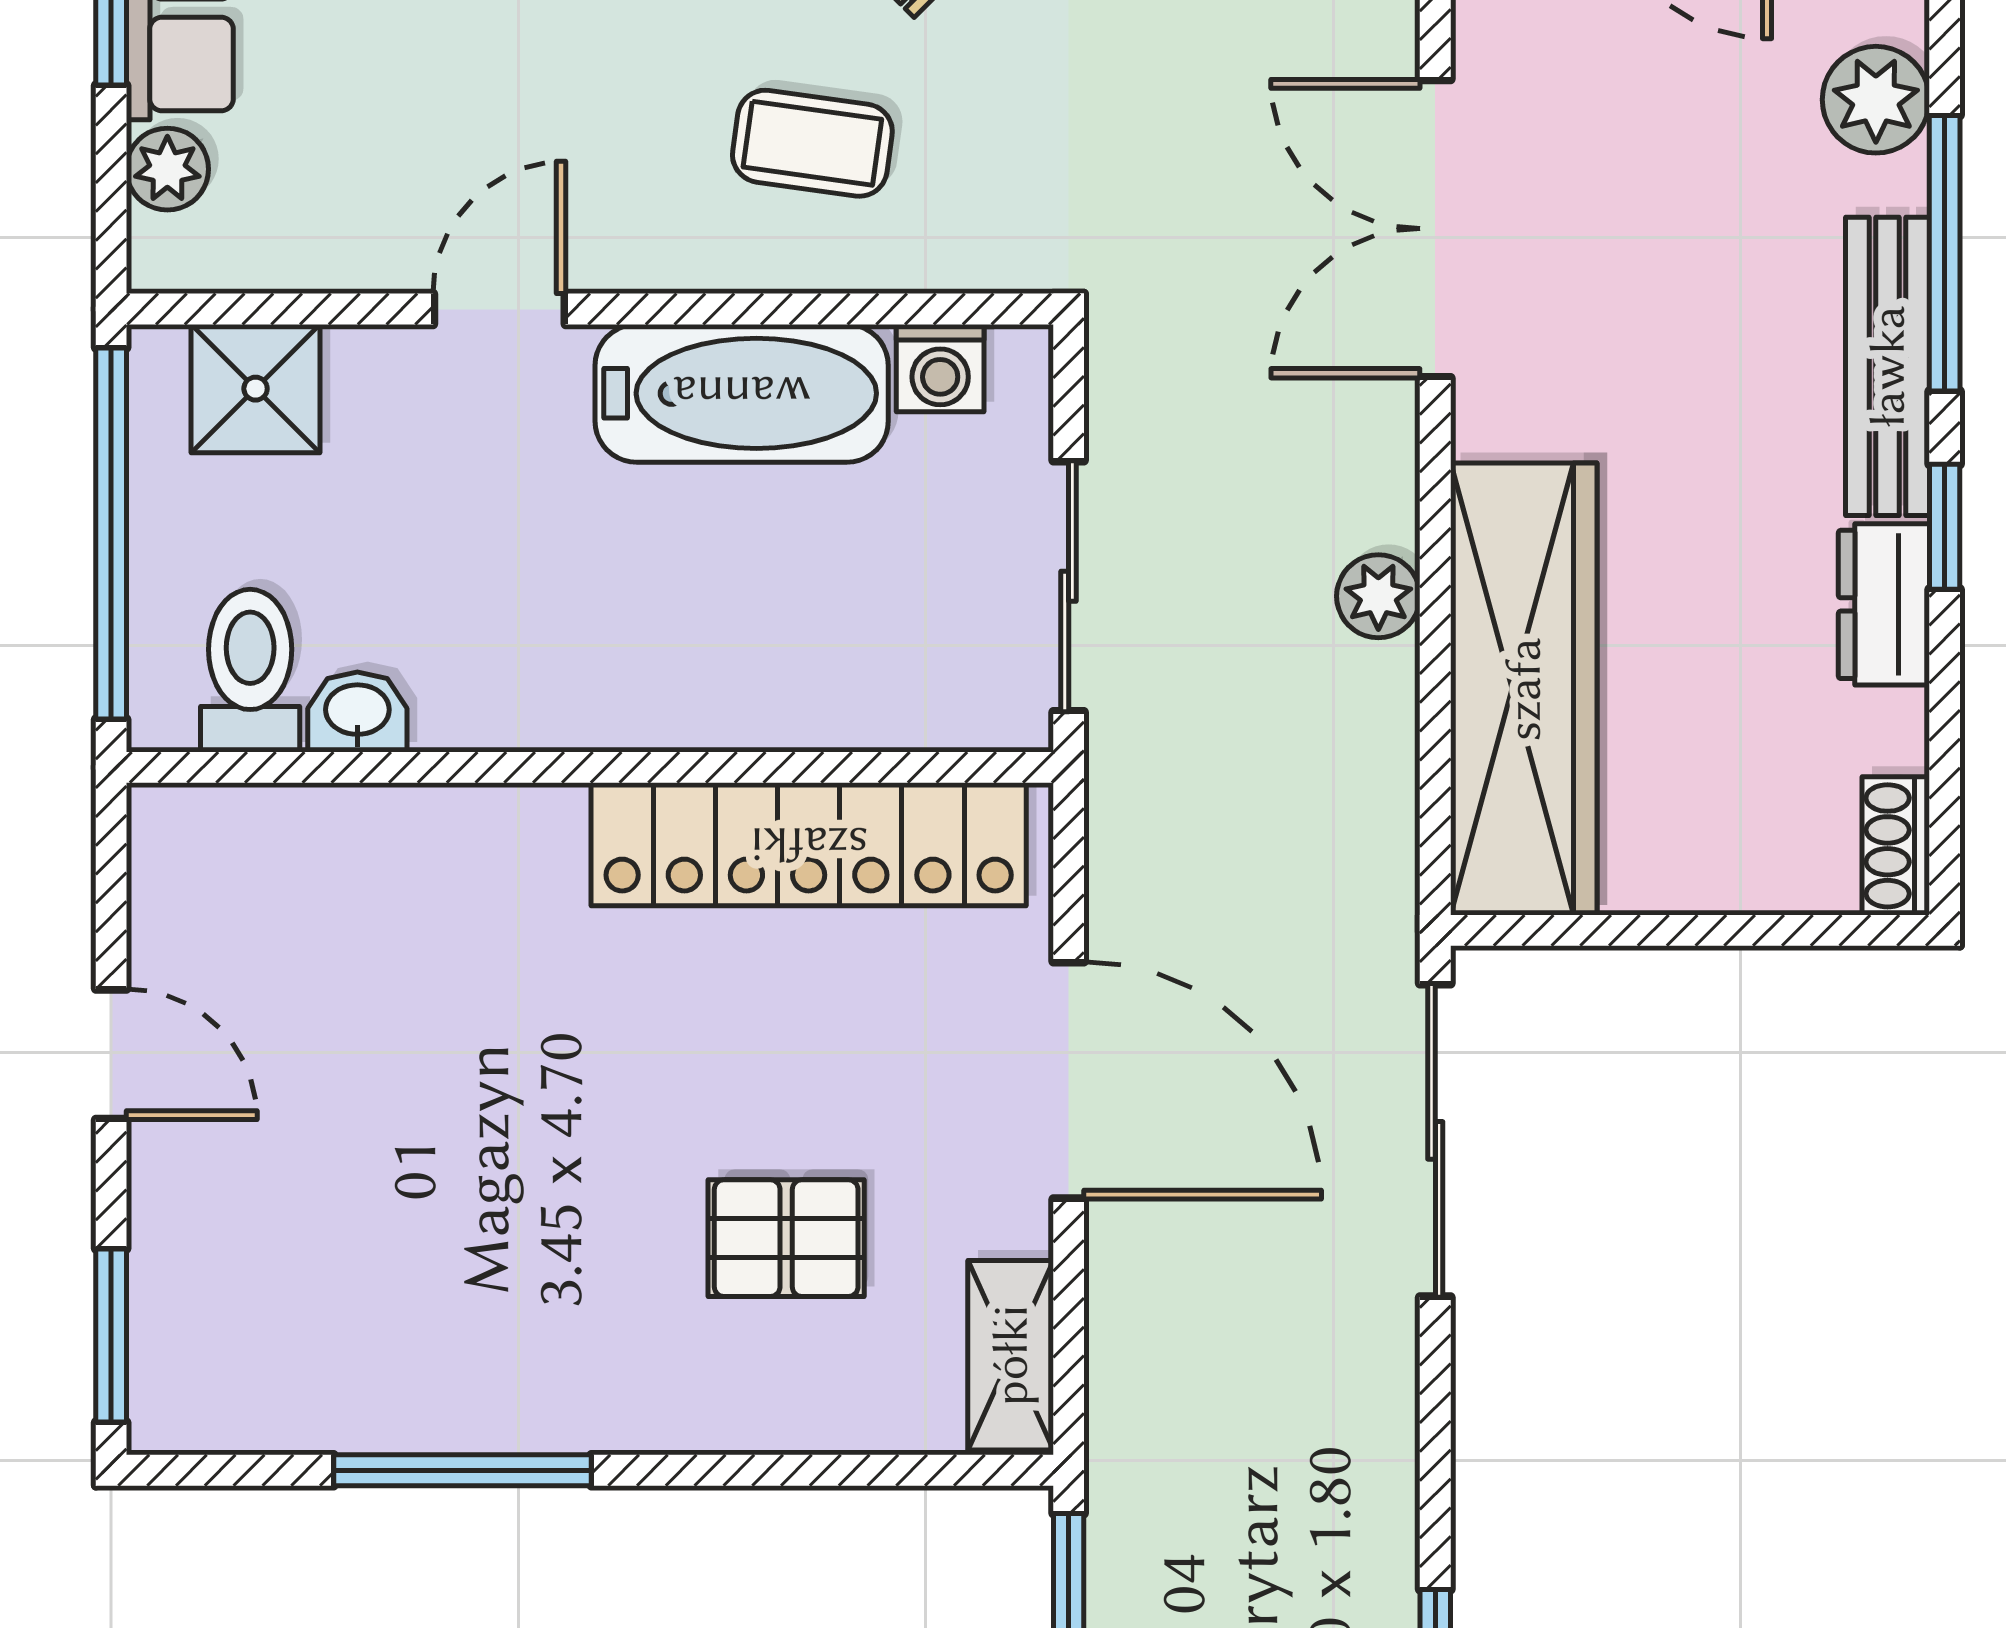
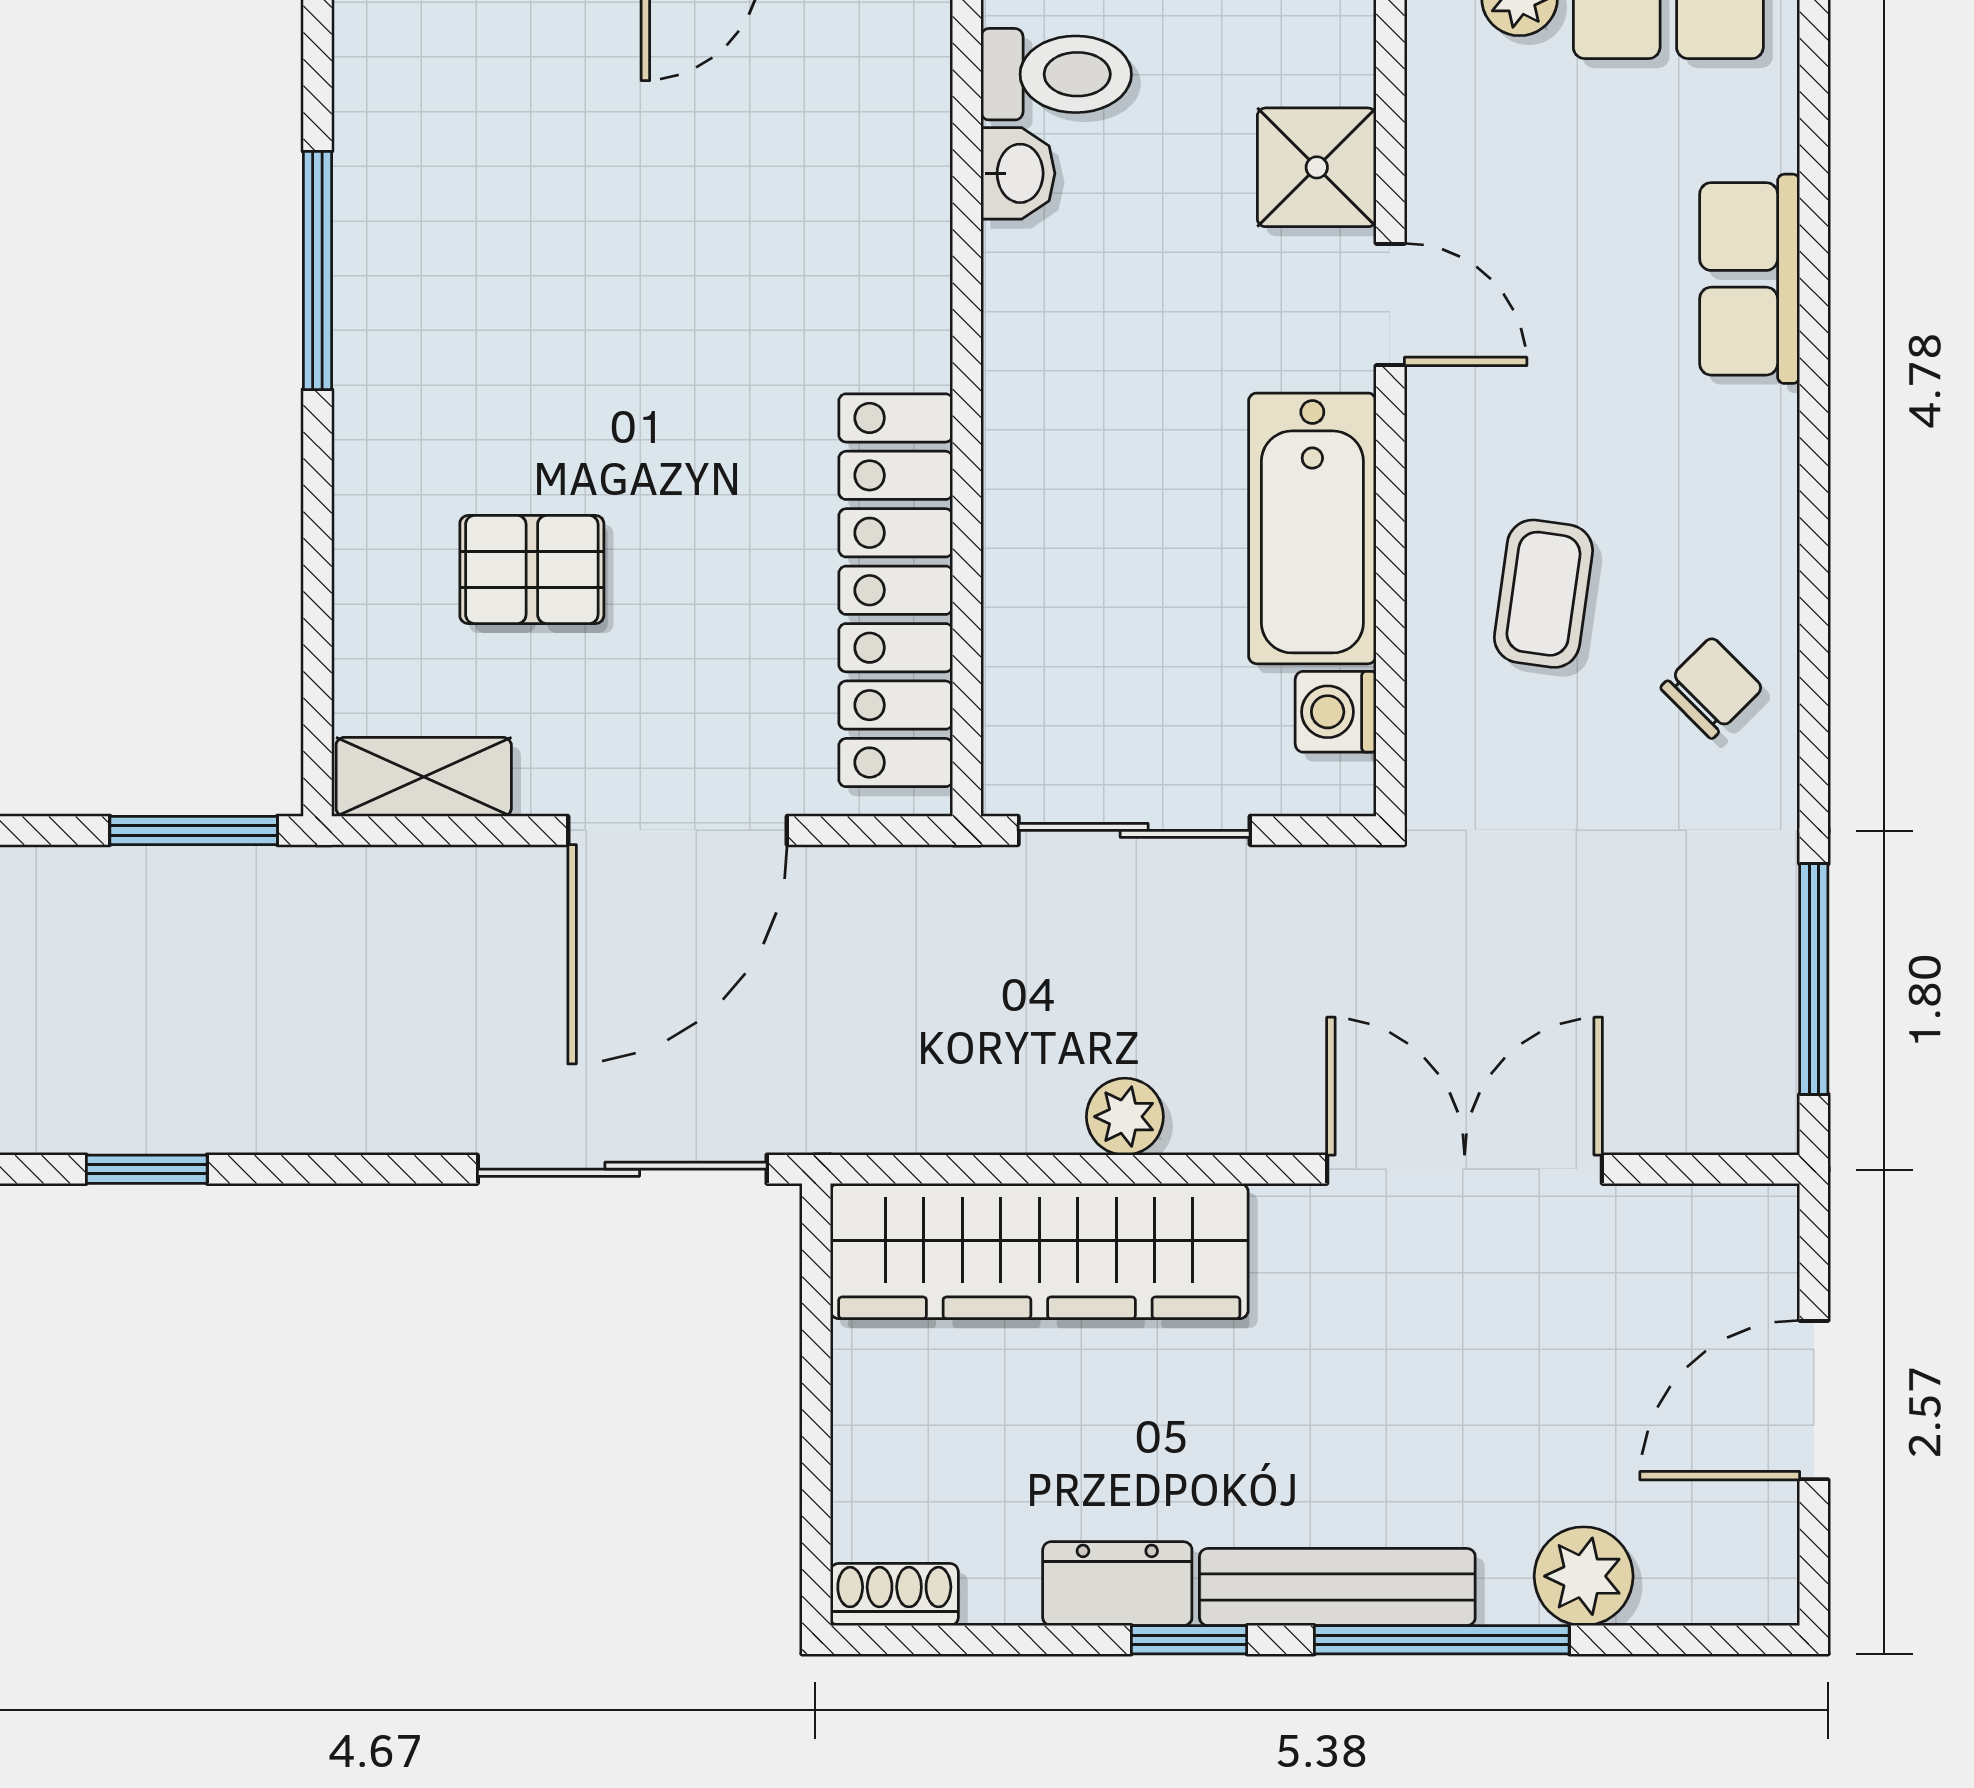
shower: (256, 389) -> (1317, 167), moved
pallet: (786, 1238) -> (532, 569), turned 90

